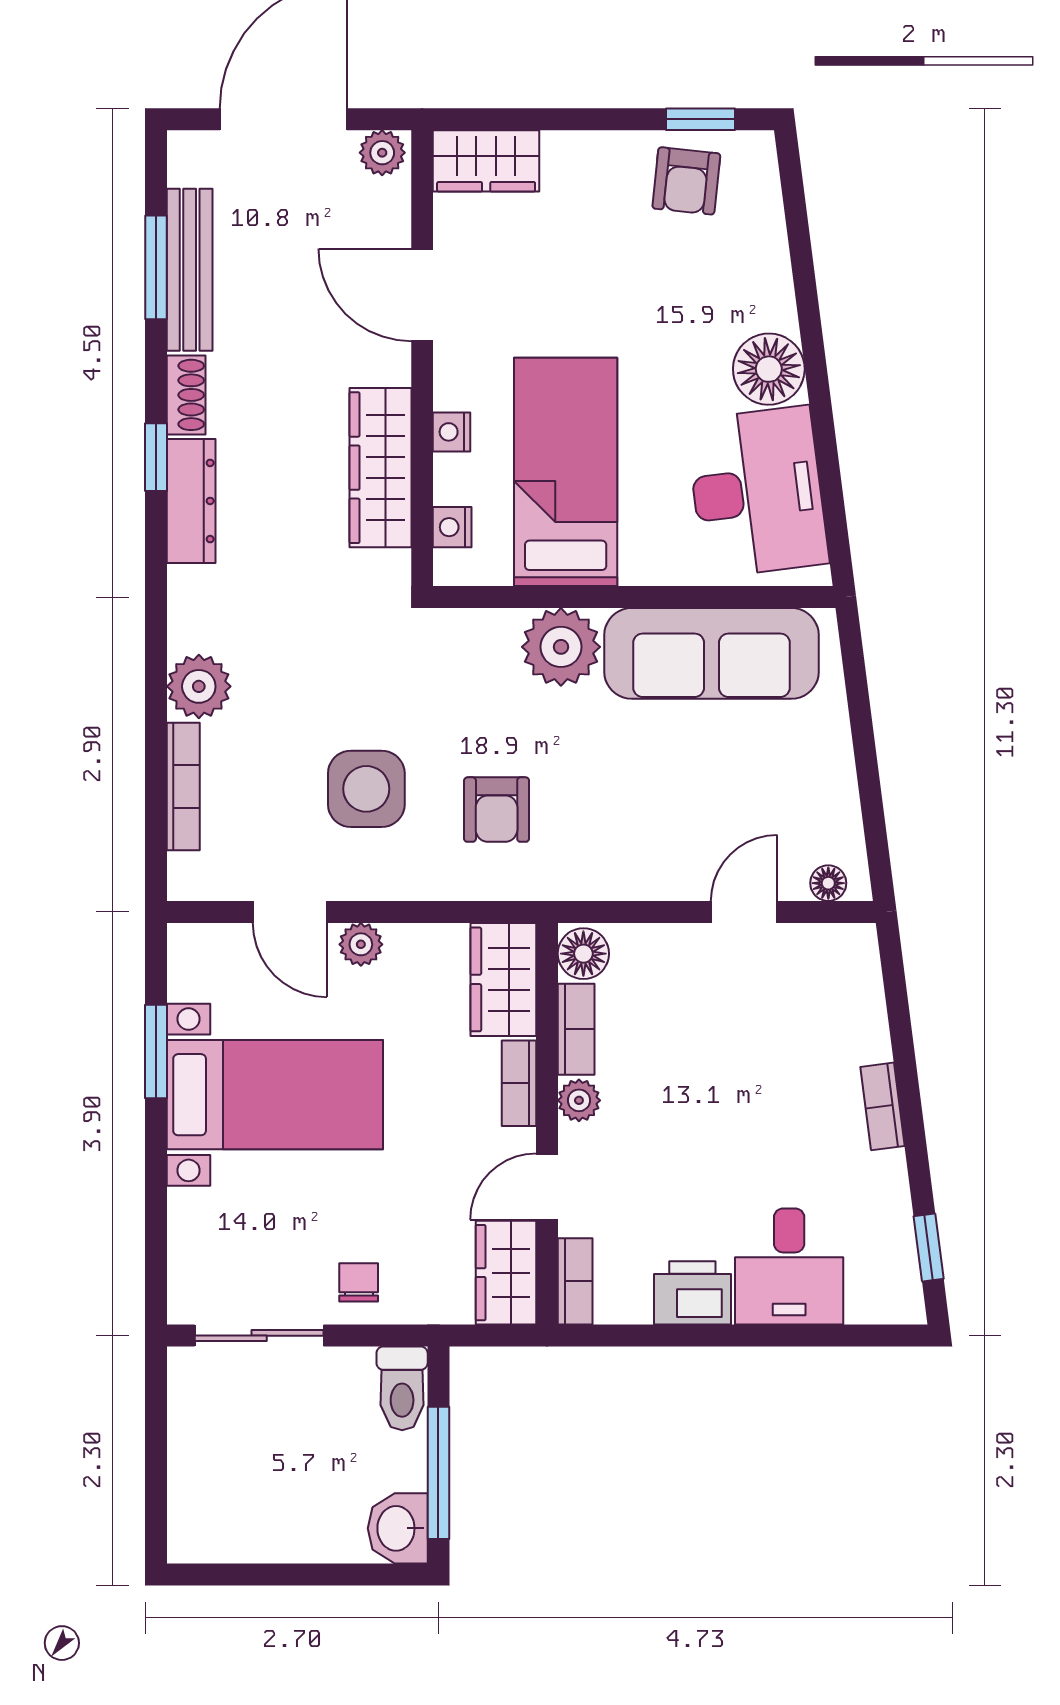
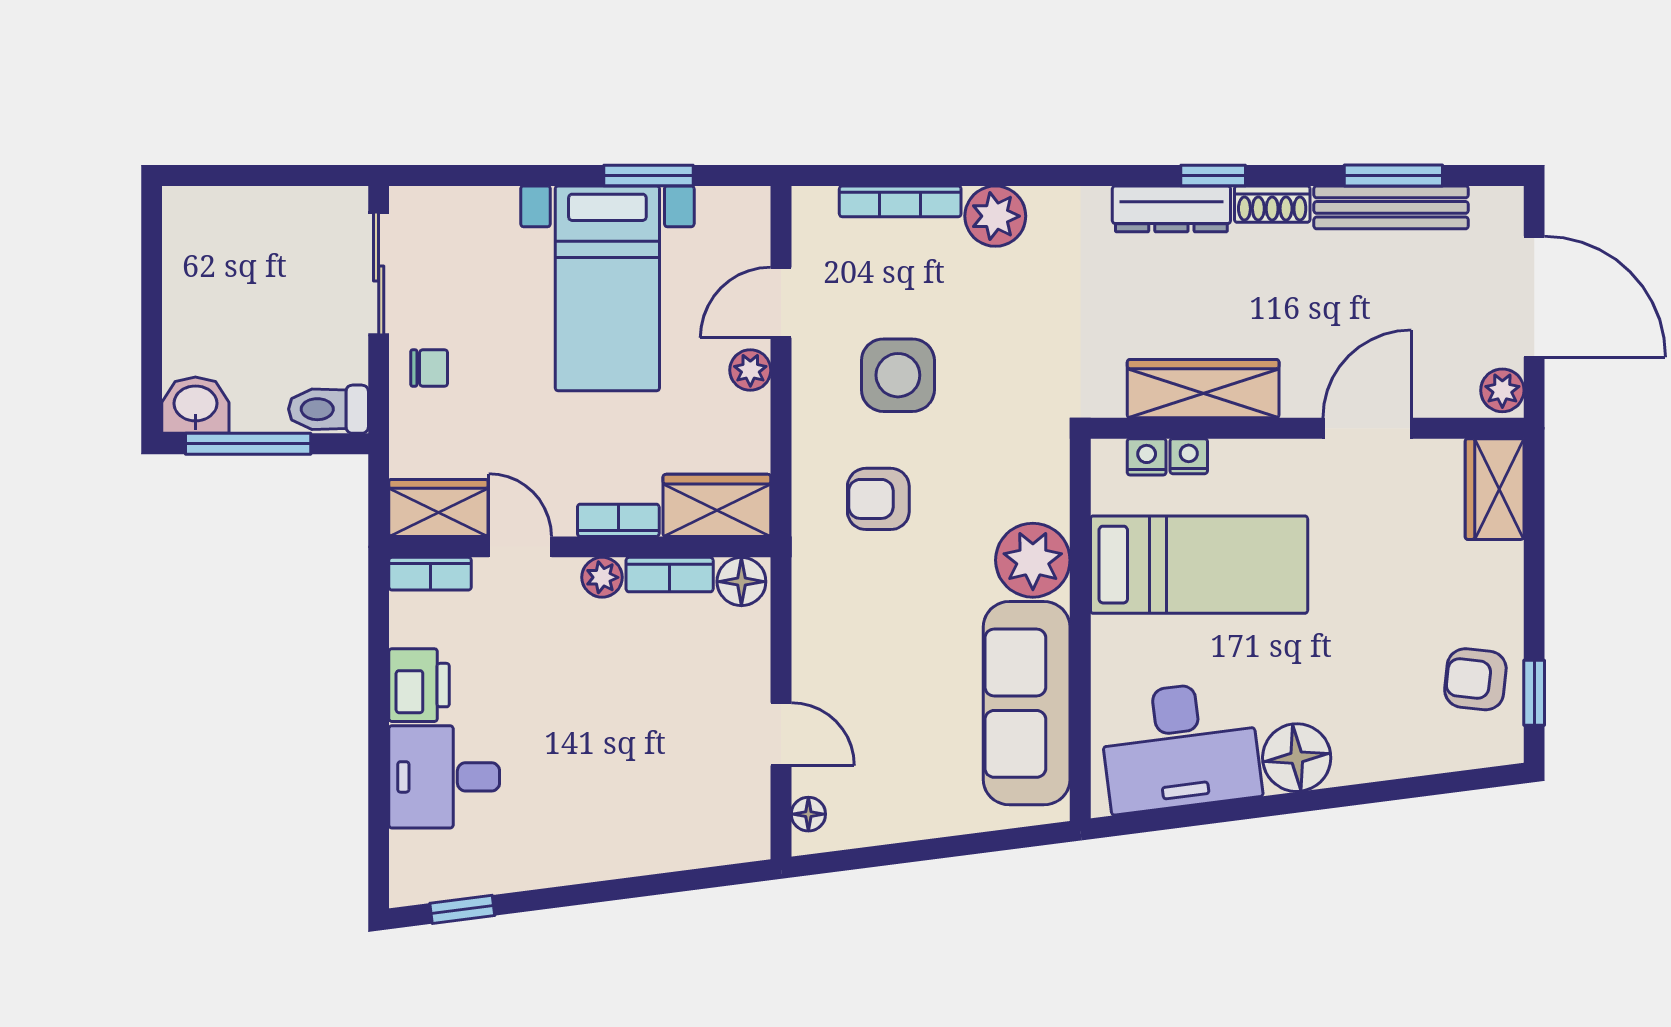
nightstand: (452, 432) -> (1189, 456), moved
bookcase: (883, 1106) -> (596, 866), removed

